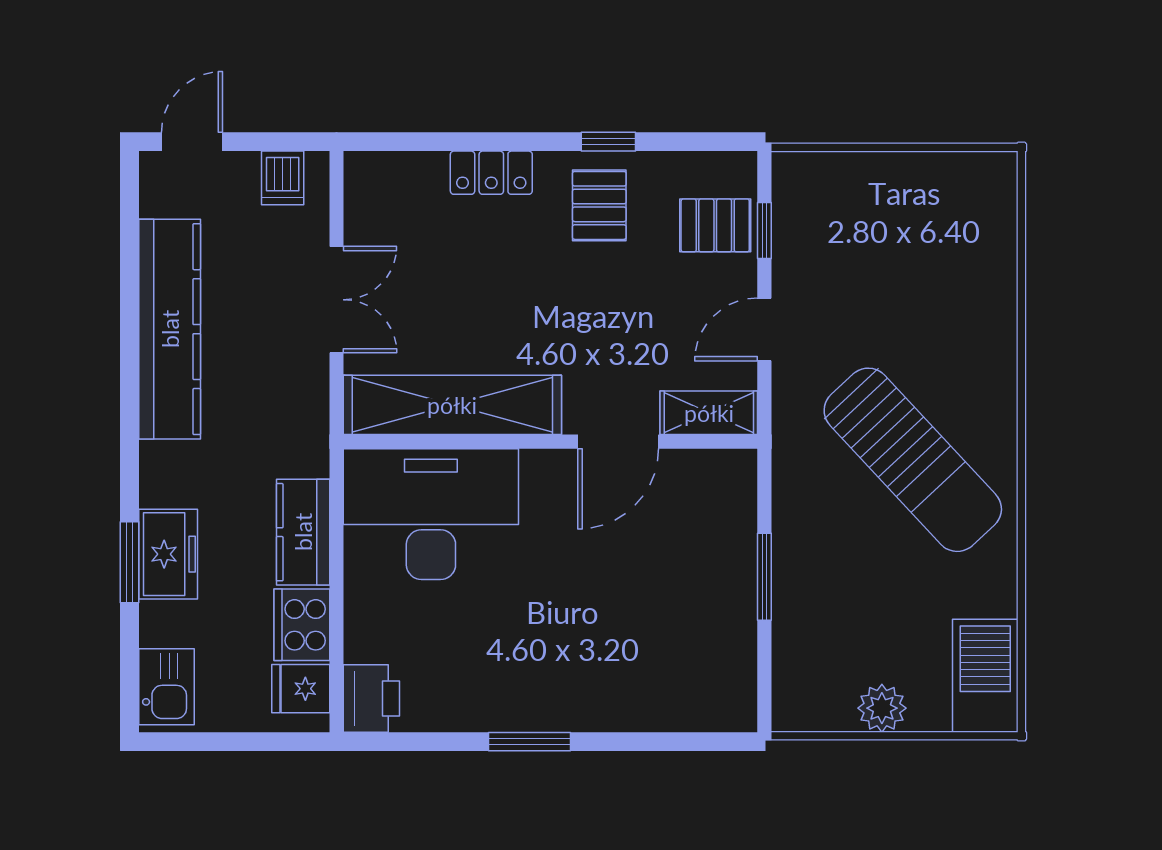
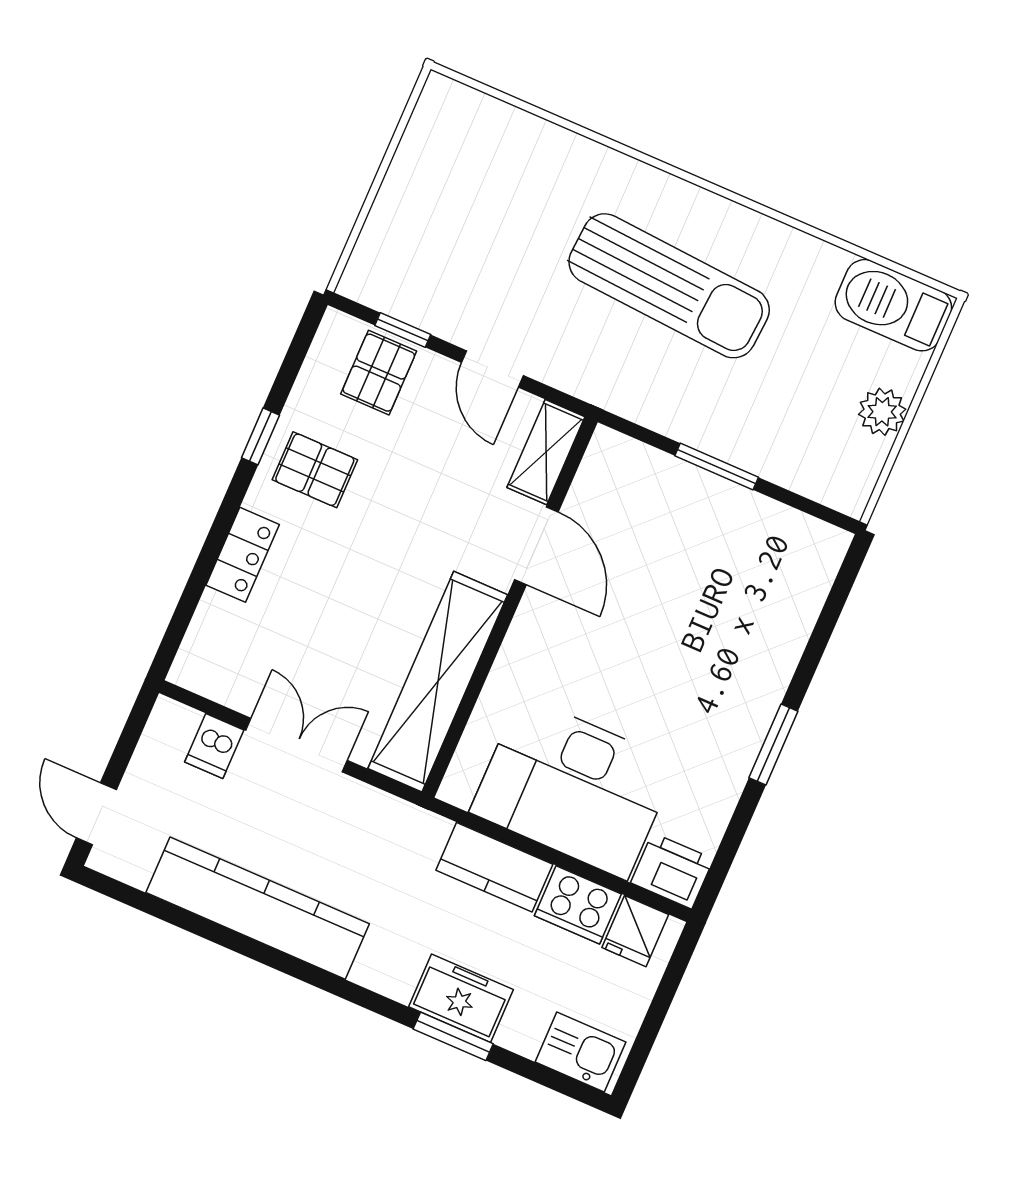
dishwasher: (283, 178) -> (214, 746), moved, turned 90
sun lounger: (913, 460) -> (669, 286), turned 47
desk: (431, 514) -> (574, 787), moved, turned -90

